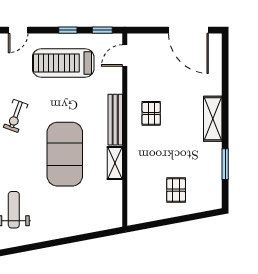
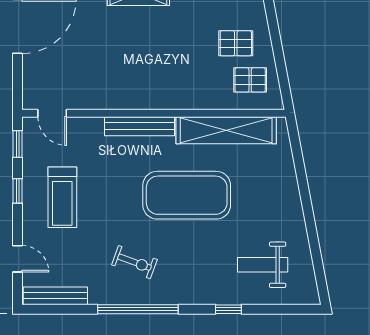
treadmill: (63, 63) -> (62, 197), width x0.73, depth x0.73
pallet: (151, 113) -> (250, 80), moved
shelving: (115, 163) -> (226, 130), width x2.20, depth x1.33

